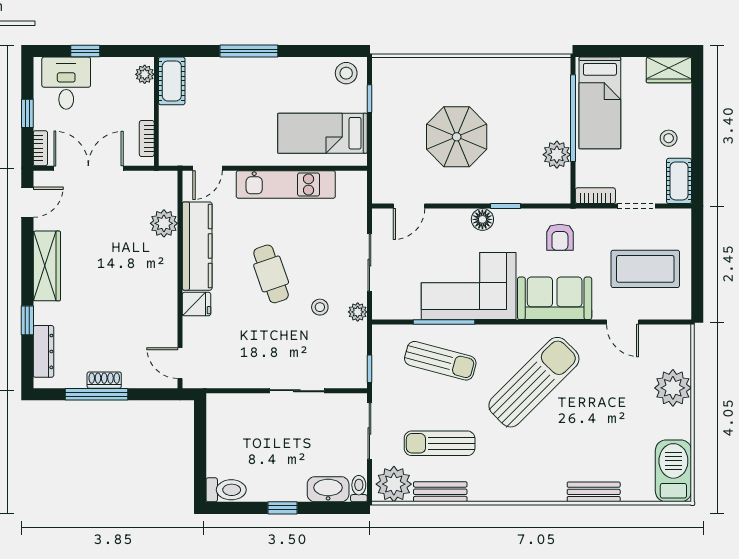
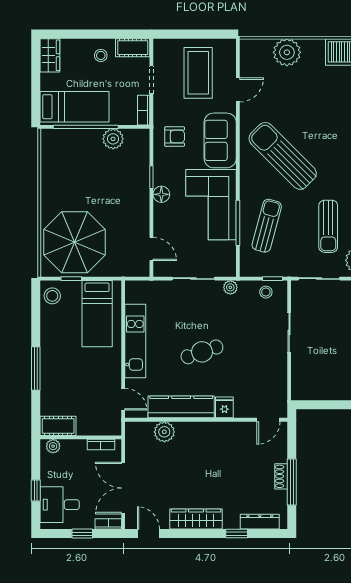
parasol: (457, 137) -> (75, 242), moved, width x1.36, depth x1.36
stool: (320, 307) -> (266, 292), moved

